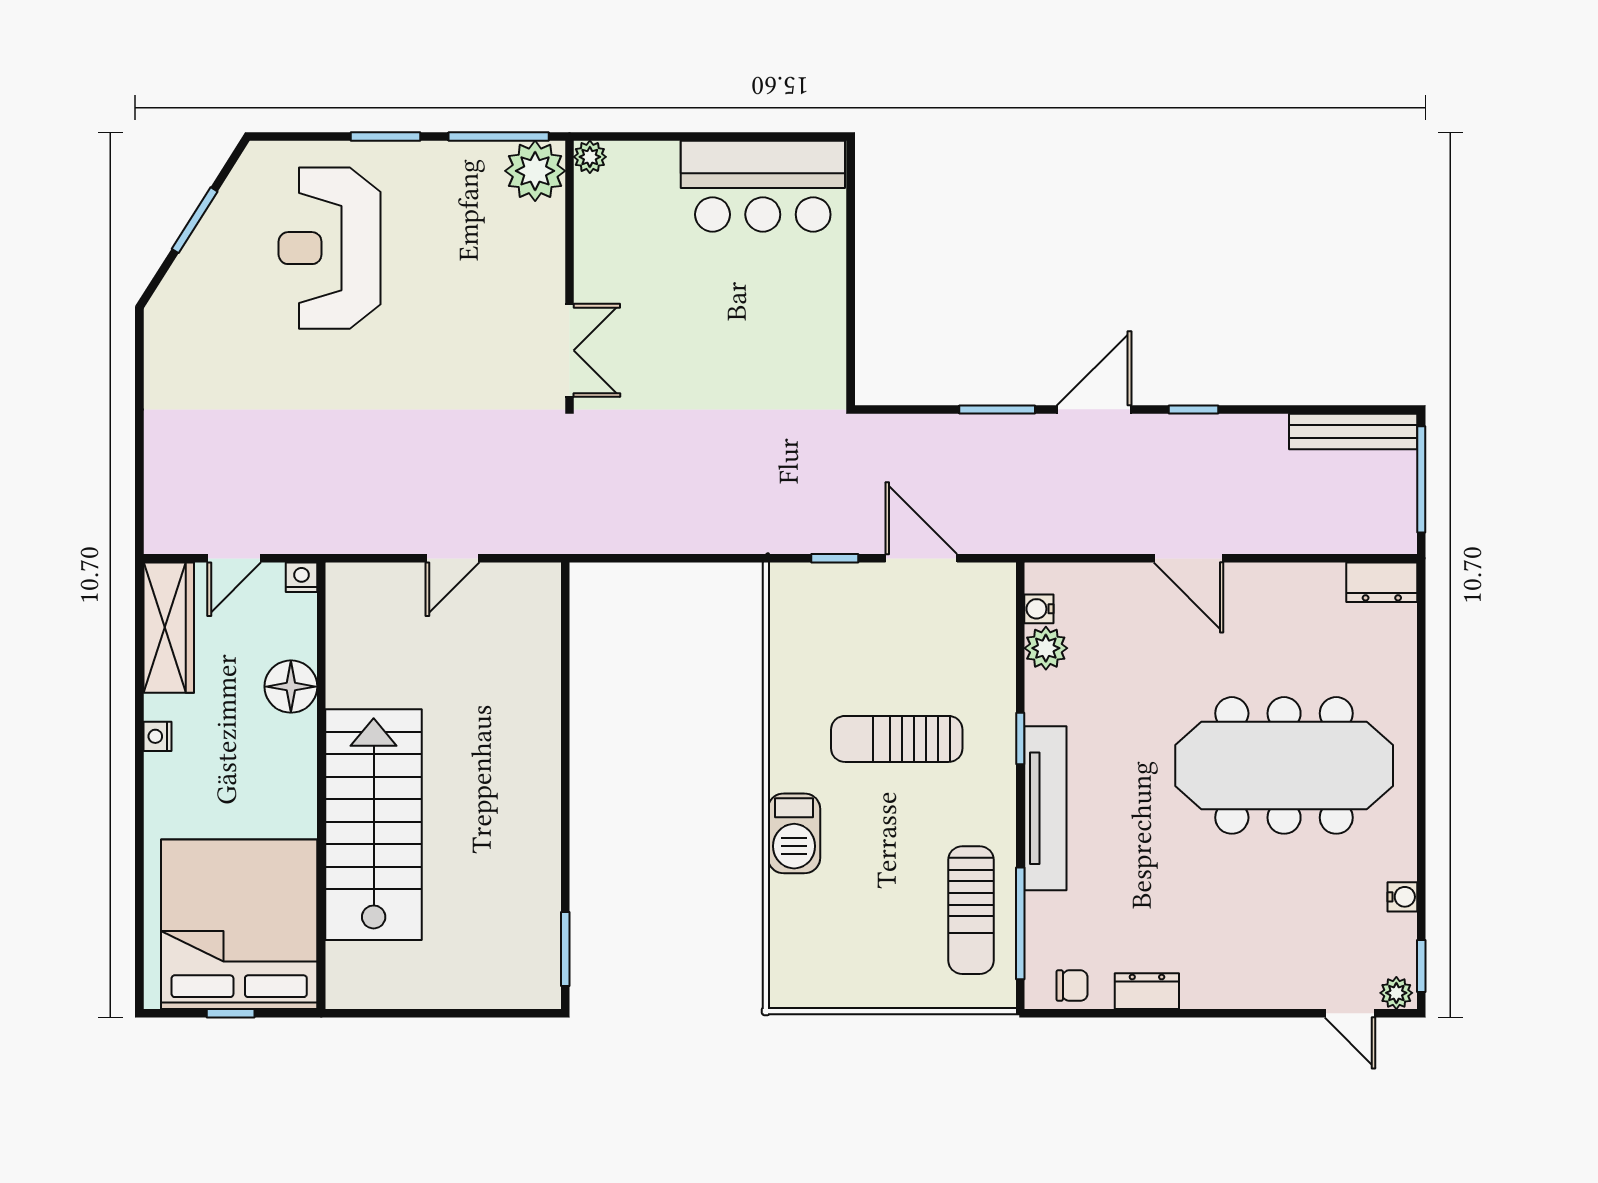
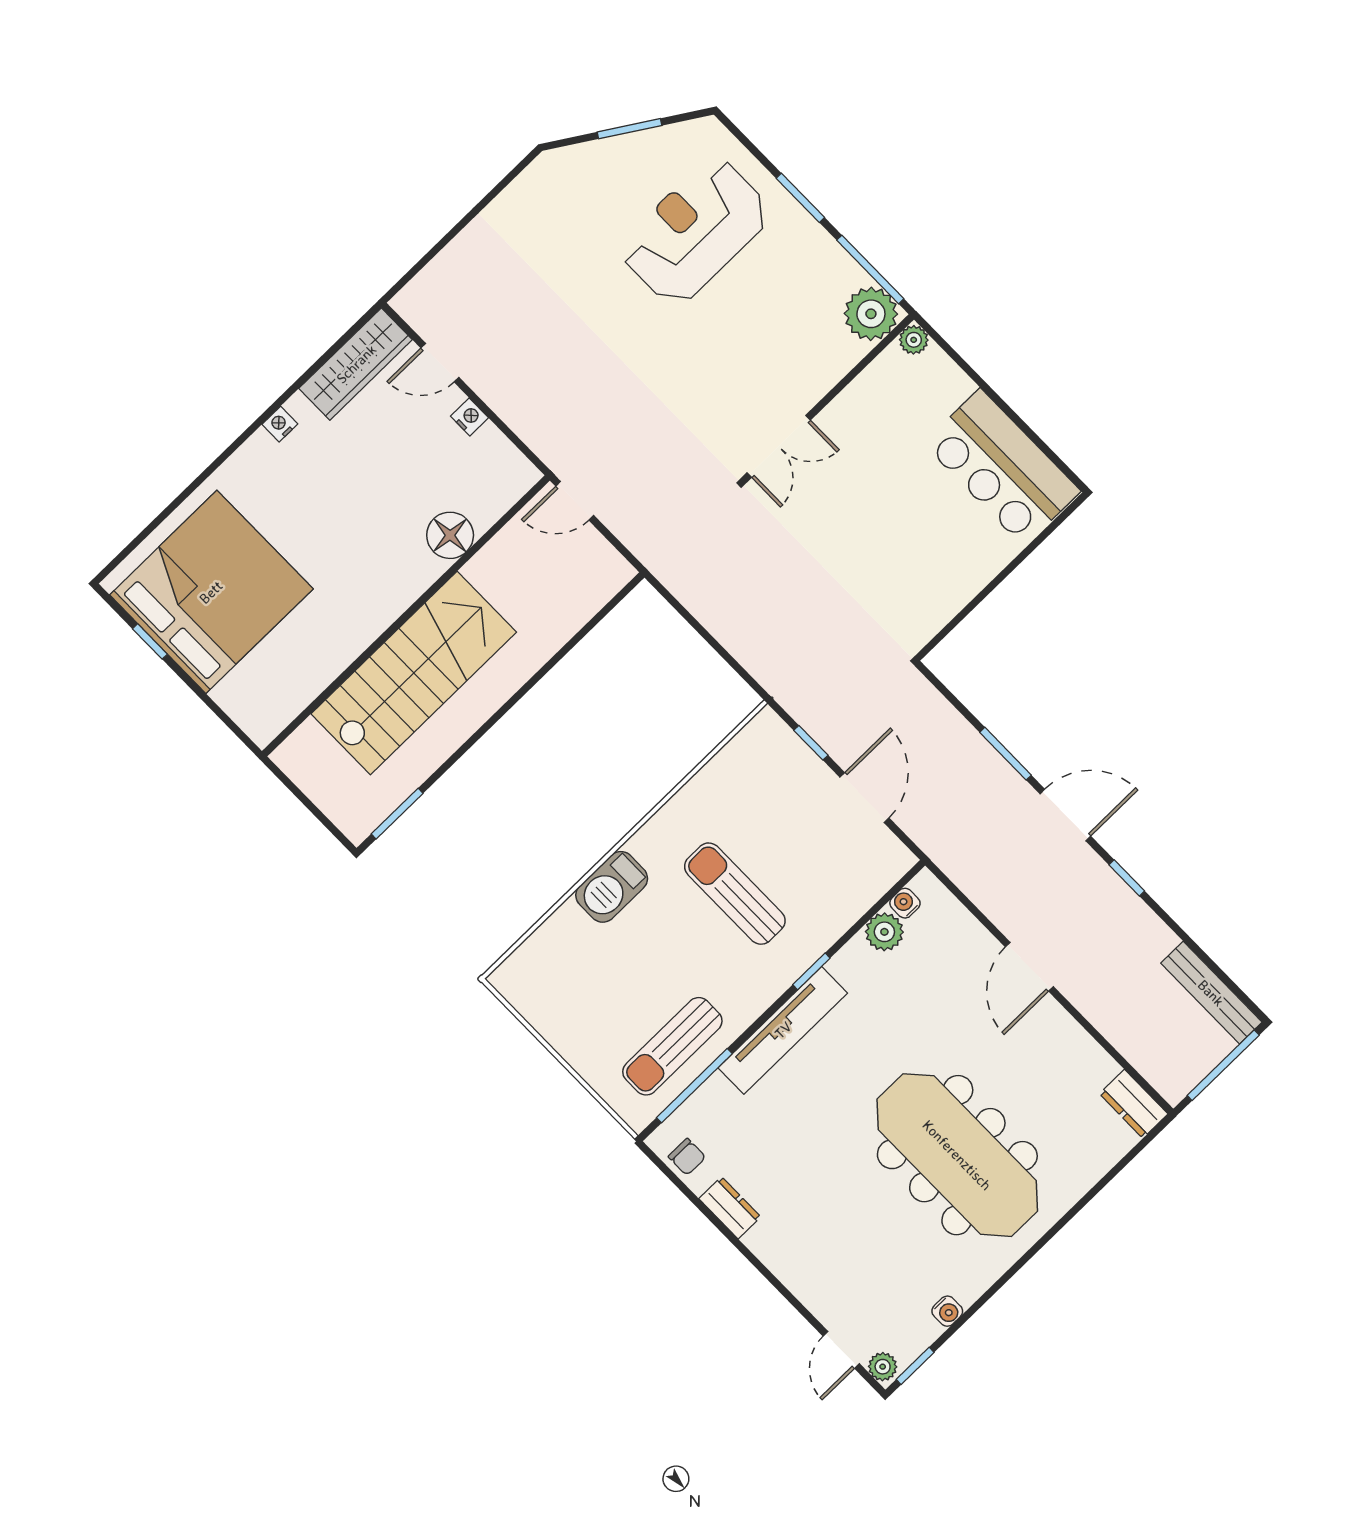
floor lamp: (291, 687) -> (450, 535), moved
wall: (321, 786) -> (406, 616), moved
stairs: (374, 825) -> (414, 673), moved

